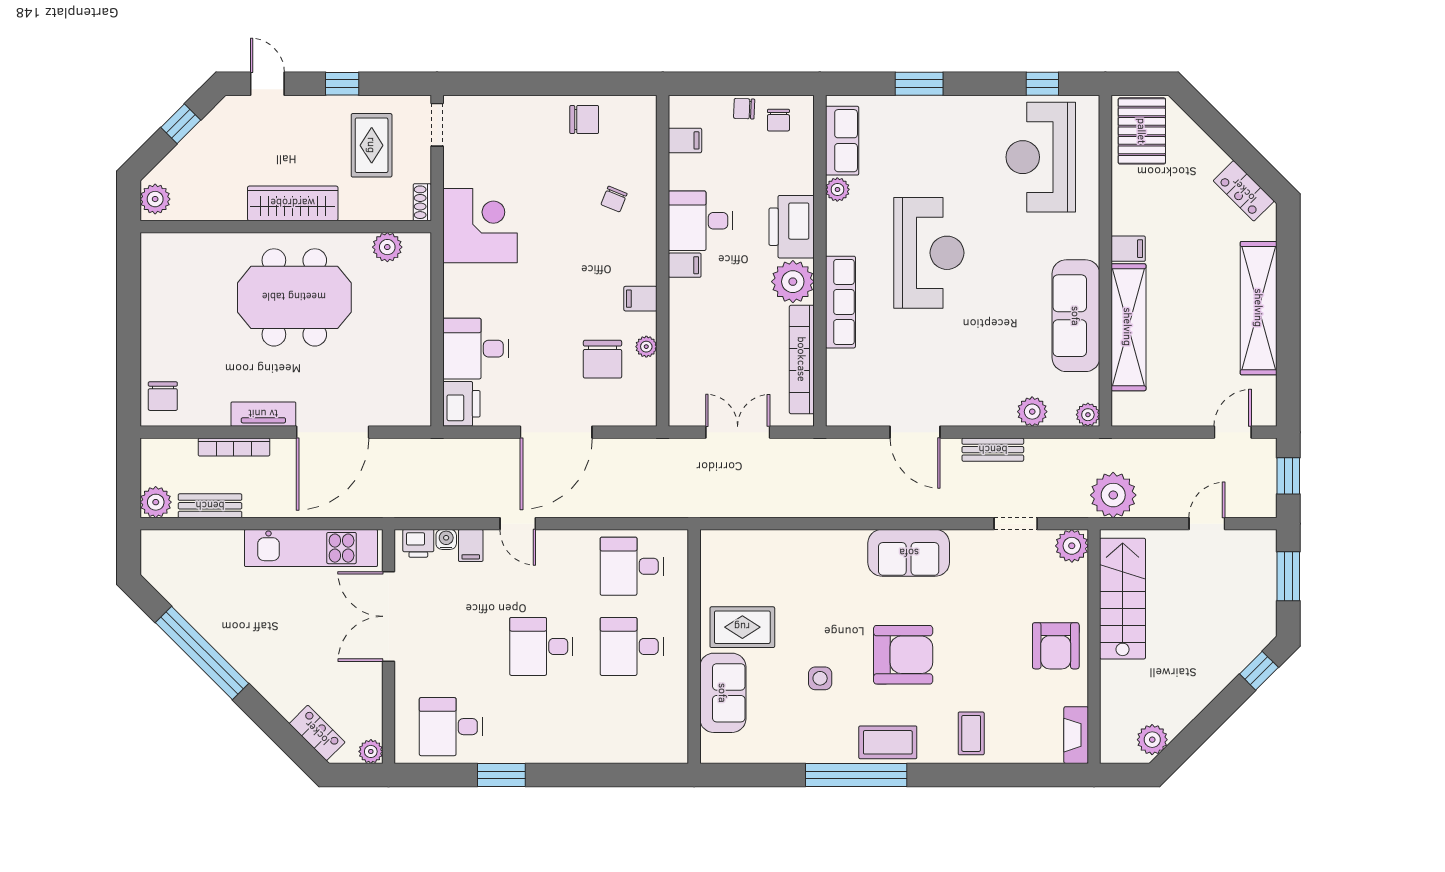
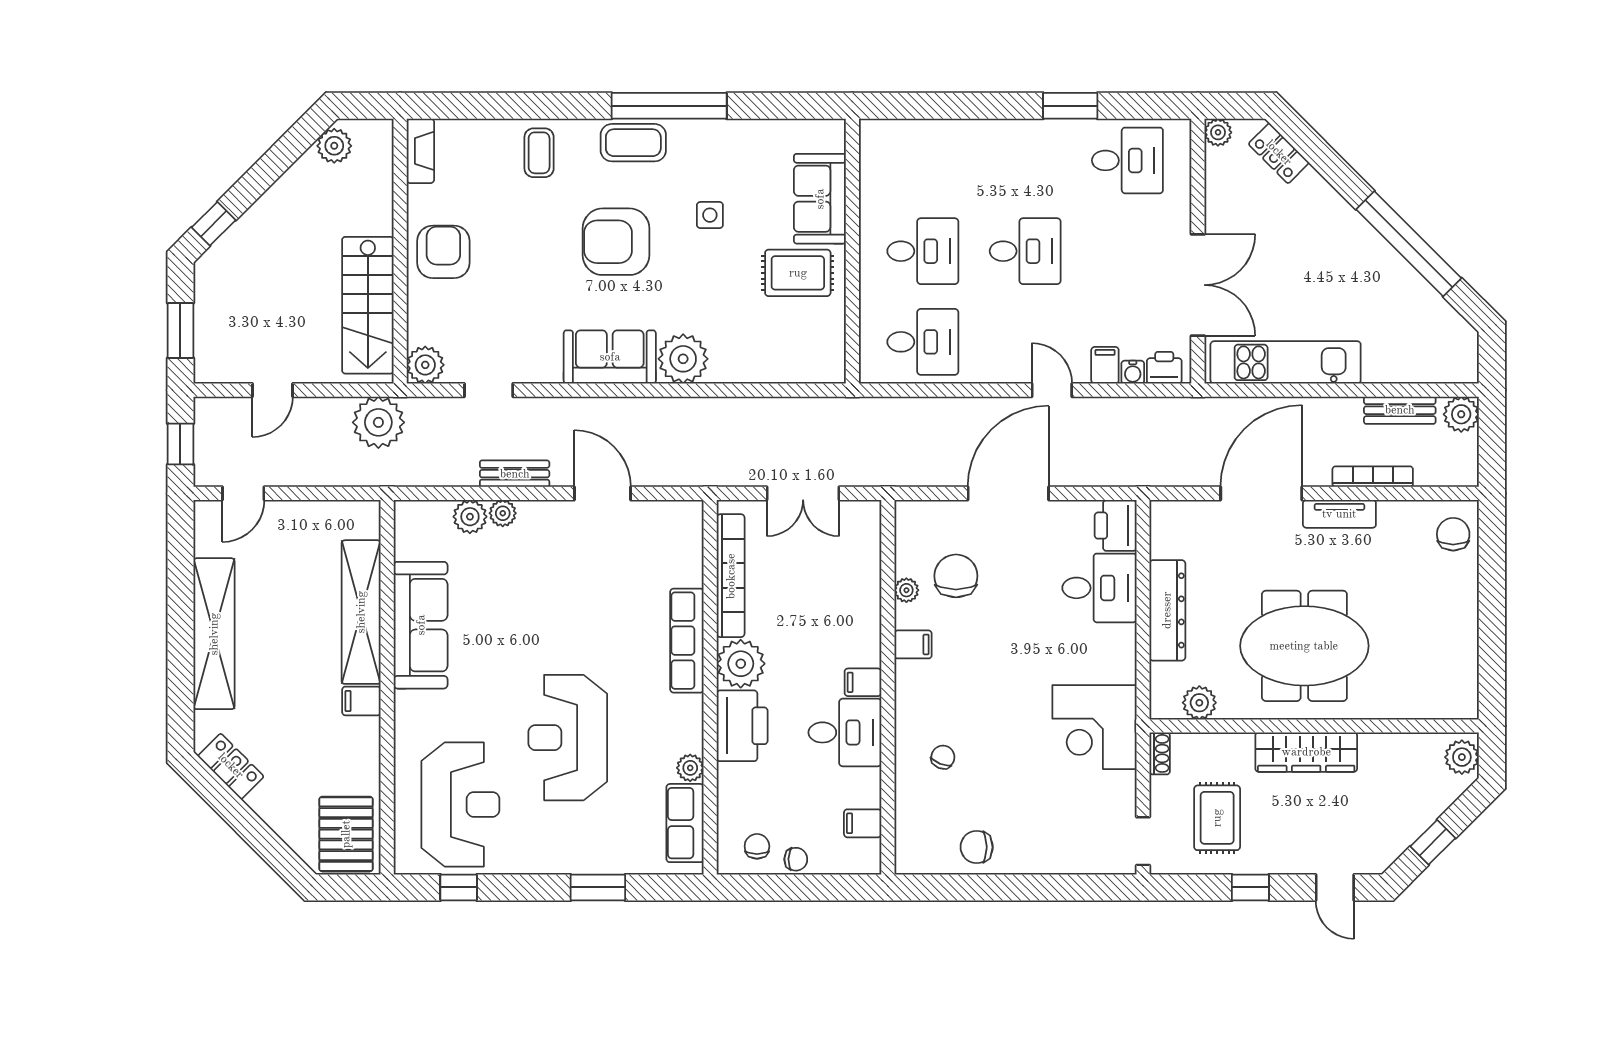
reception desk: (929, 253) -> (568, 738), moved
dresser: (416, 329) -> (1167, 610), added
plant: (1088, 415) -> (503, 513), moved
plant: (844, 551) -> (683, 359), added

